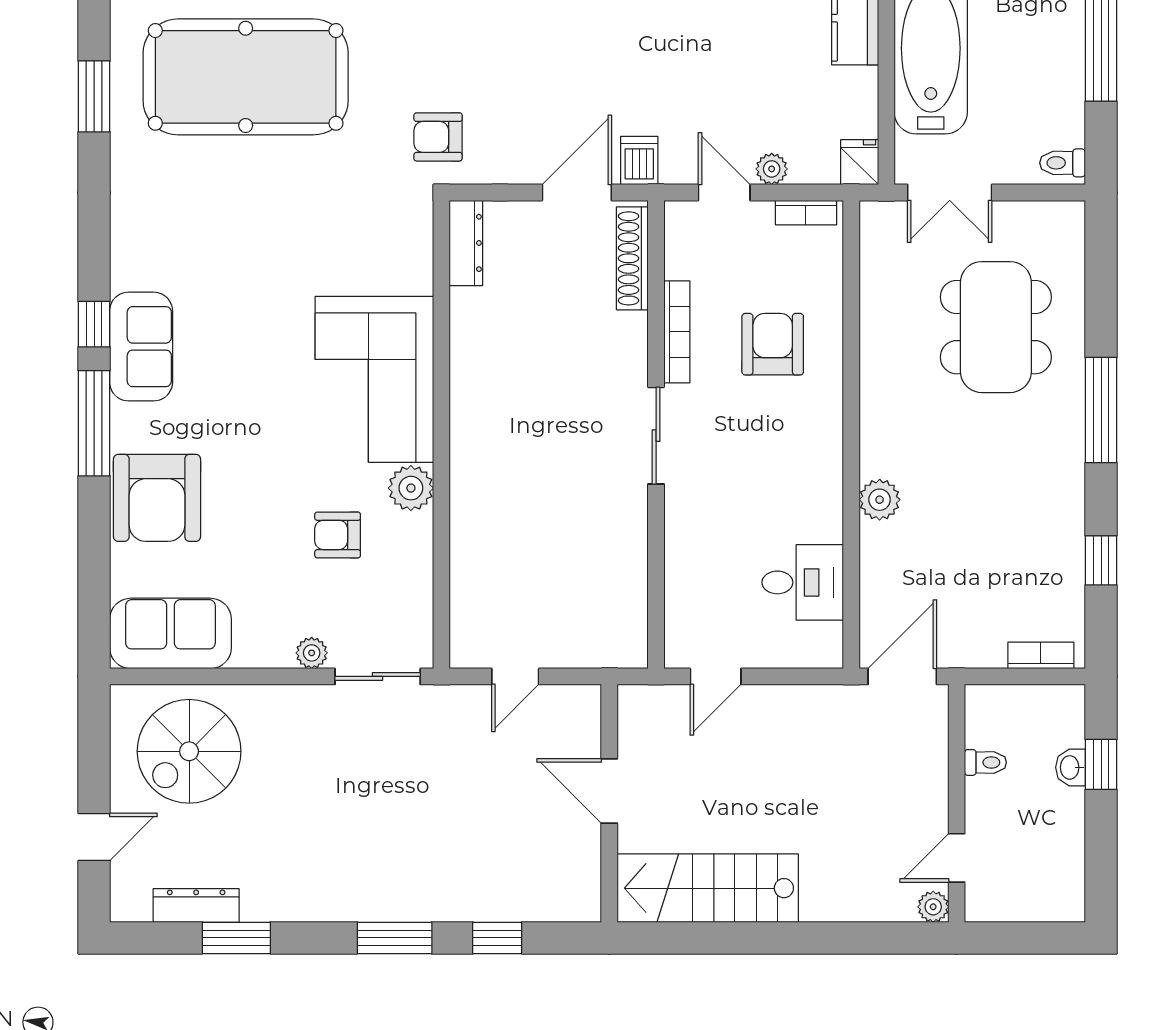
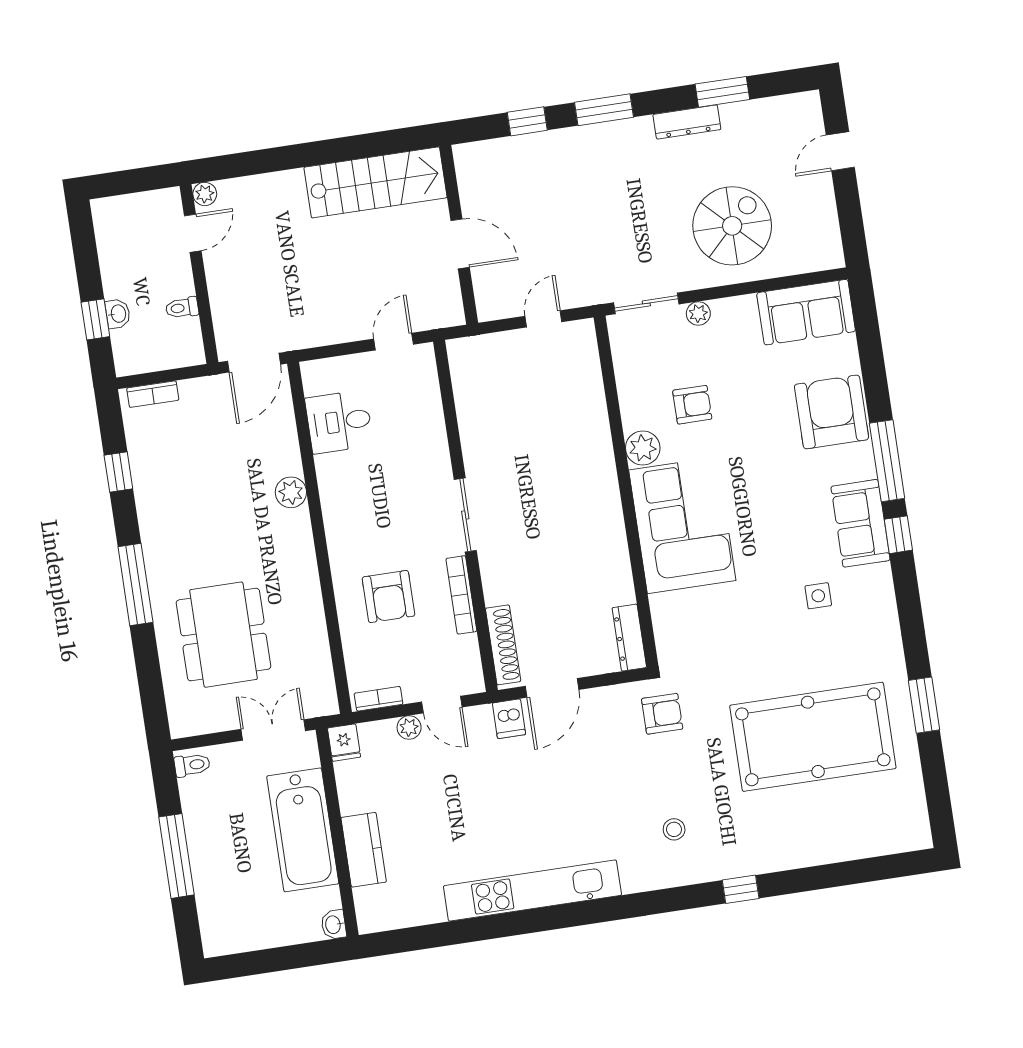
side table: (211, 260) -> (818, 596), added
spiral stairs: (189, 751) -> (732, 226), moved
dresser: (196, 906) -> (687, 122), moved

